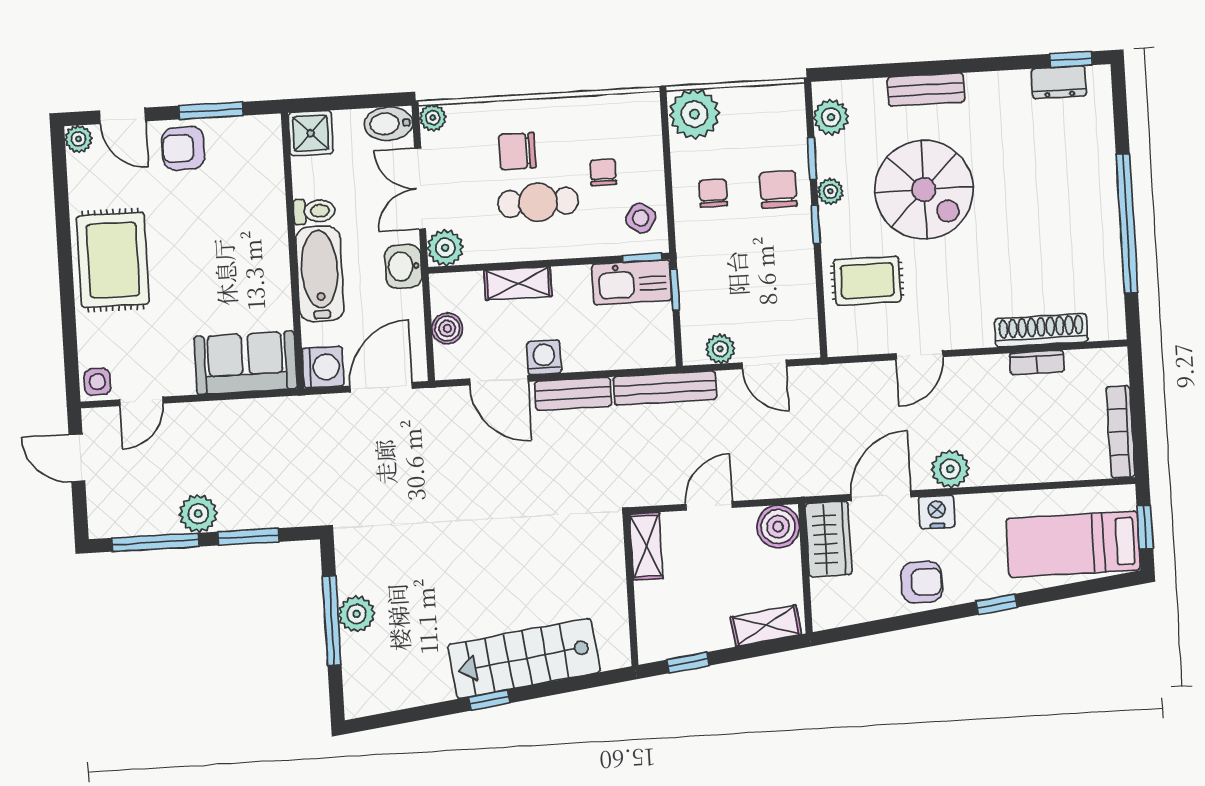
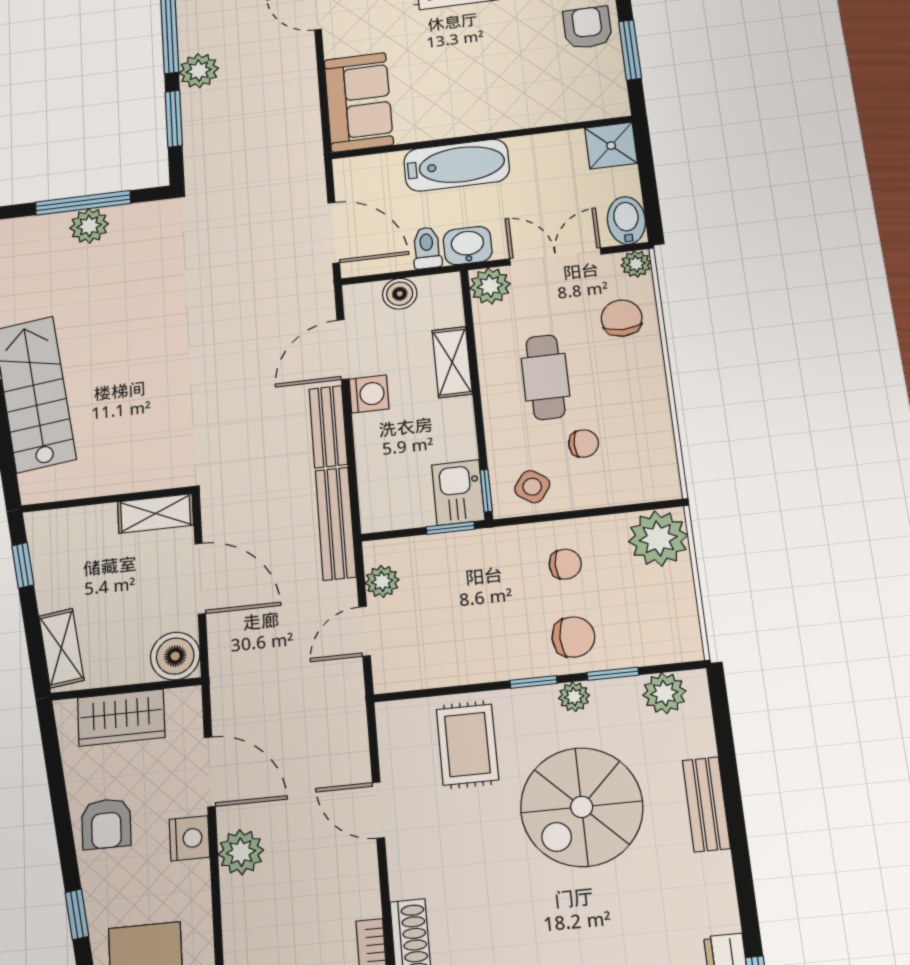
chair: (517, 151) -> (622, 318), moved
toilet: (314, 211) -> (427, 248), moved, turned 180
kitchen sink: (632, 282) -> (458, 493), width x0.73
washing machine: (323, 367) -> (355, 175), removed
door: (709, 506) -> (200, 579), width x1.38
wardrobe: (828, 539) -> (121, 718), moved

